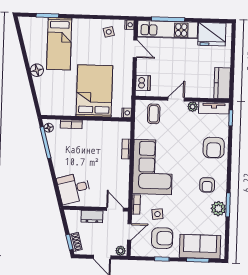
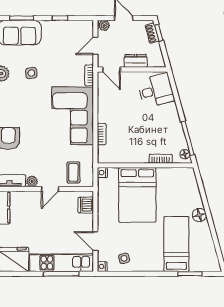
armchair: (207, 185) -> (14, 99), removed
side table: (157, 214) -> (31, 73), moved
armchair: (162, 238) -> (60, 40), removed

